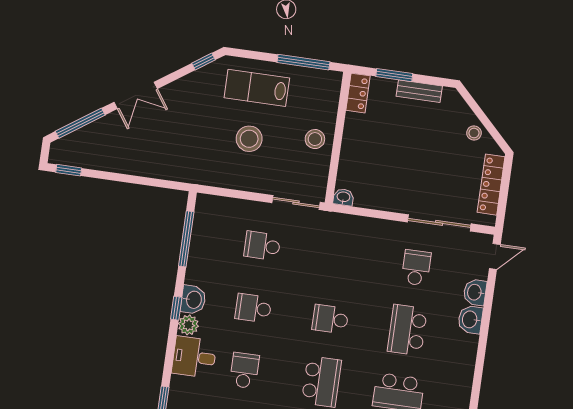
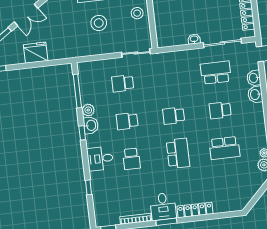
fridge: (135, 160) -> (36, 53), added
washbasin: (343, 197) -> (194, 39), moved
school desk: (416, 268) -> (216, 73), width x1.85
plant: (188, 325) -> (88, 110), moved
school desk: (407, 330) -> (220, 110), width x0.54
school desk: (244, 370) -> (131, 159), turned 180

